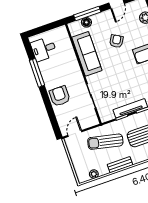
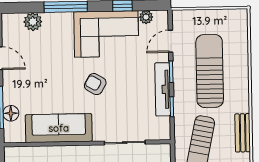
armchair: (116, 41) -> (95, 84), moved

